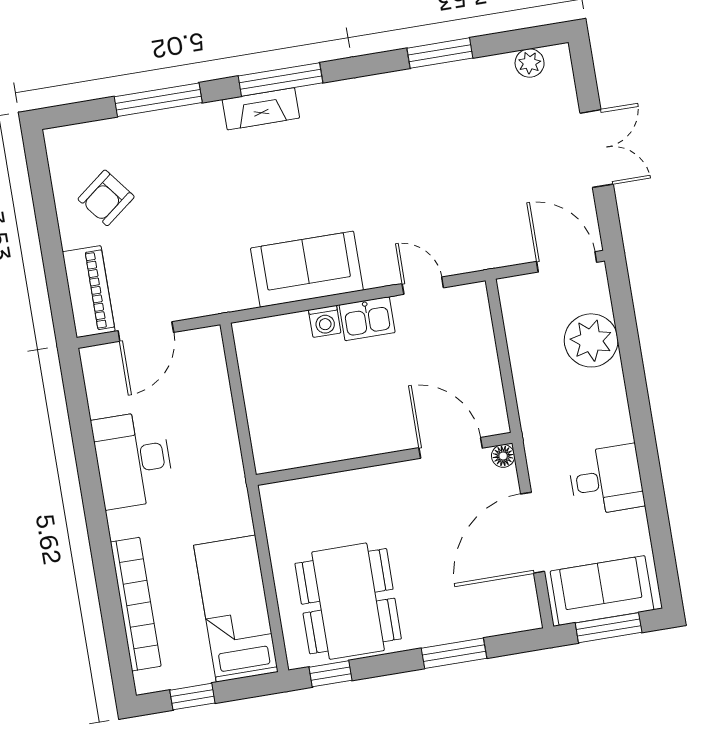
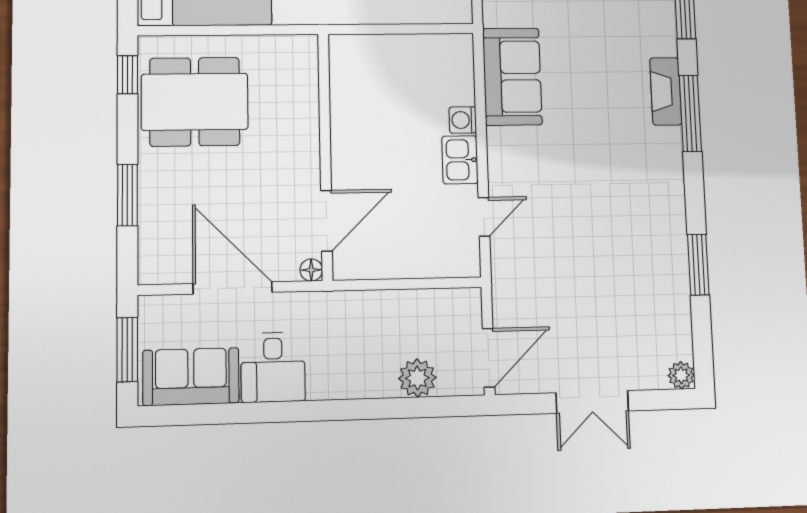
plant: (530, 63) -> (681, 375), moved
sofa: (307, 269) -> (512, 77), moved
plant: (591, 340) -> (417, 378), width x0.73, depth x0.73
sofa: (602, 590) -> (191, 377), moved, turned -90

